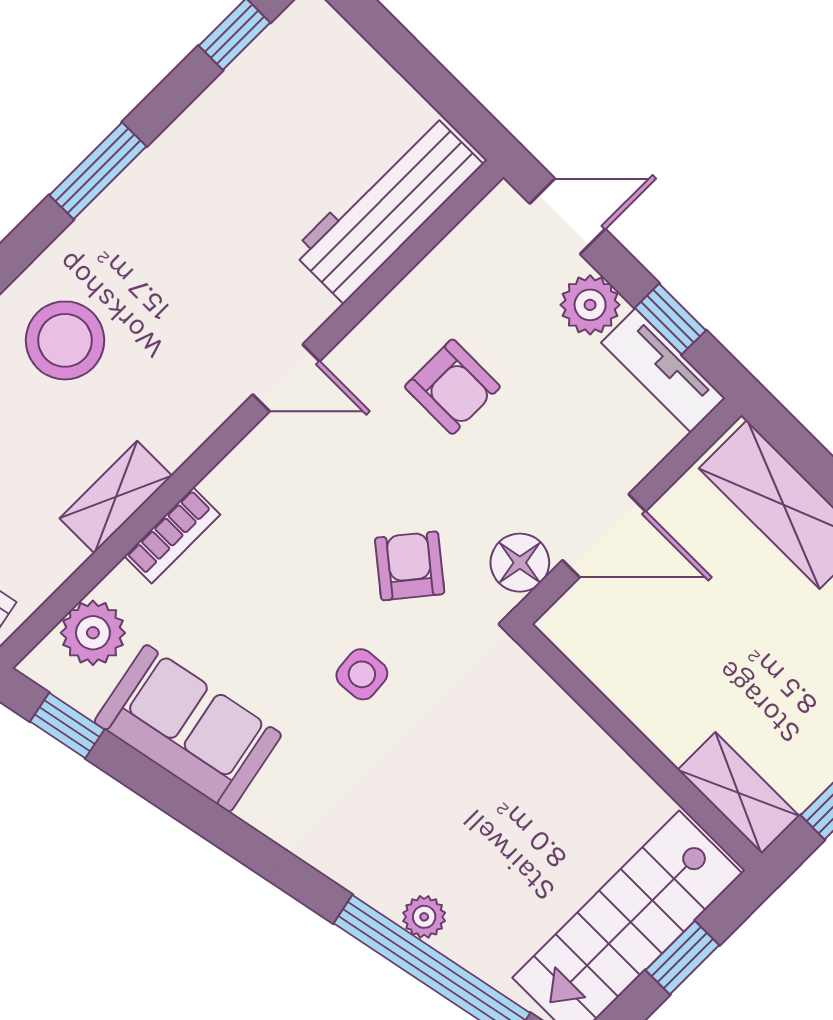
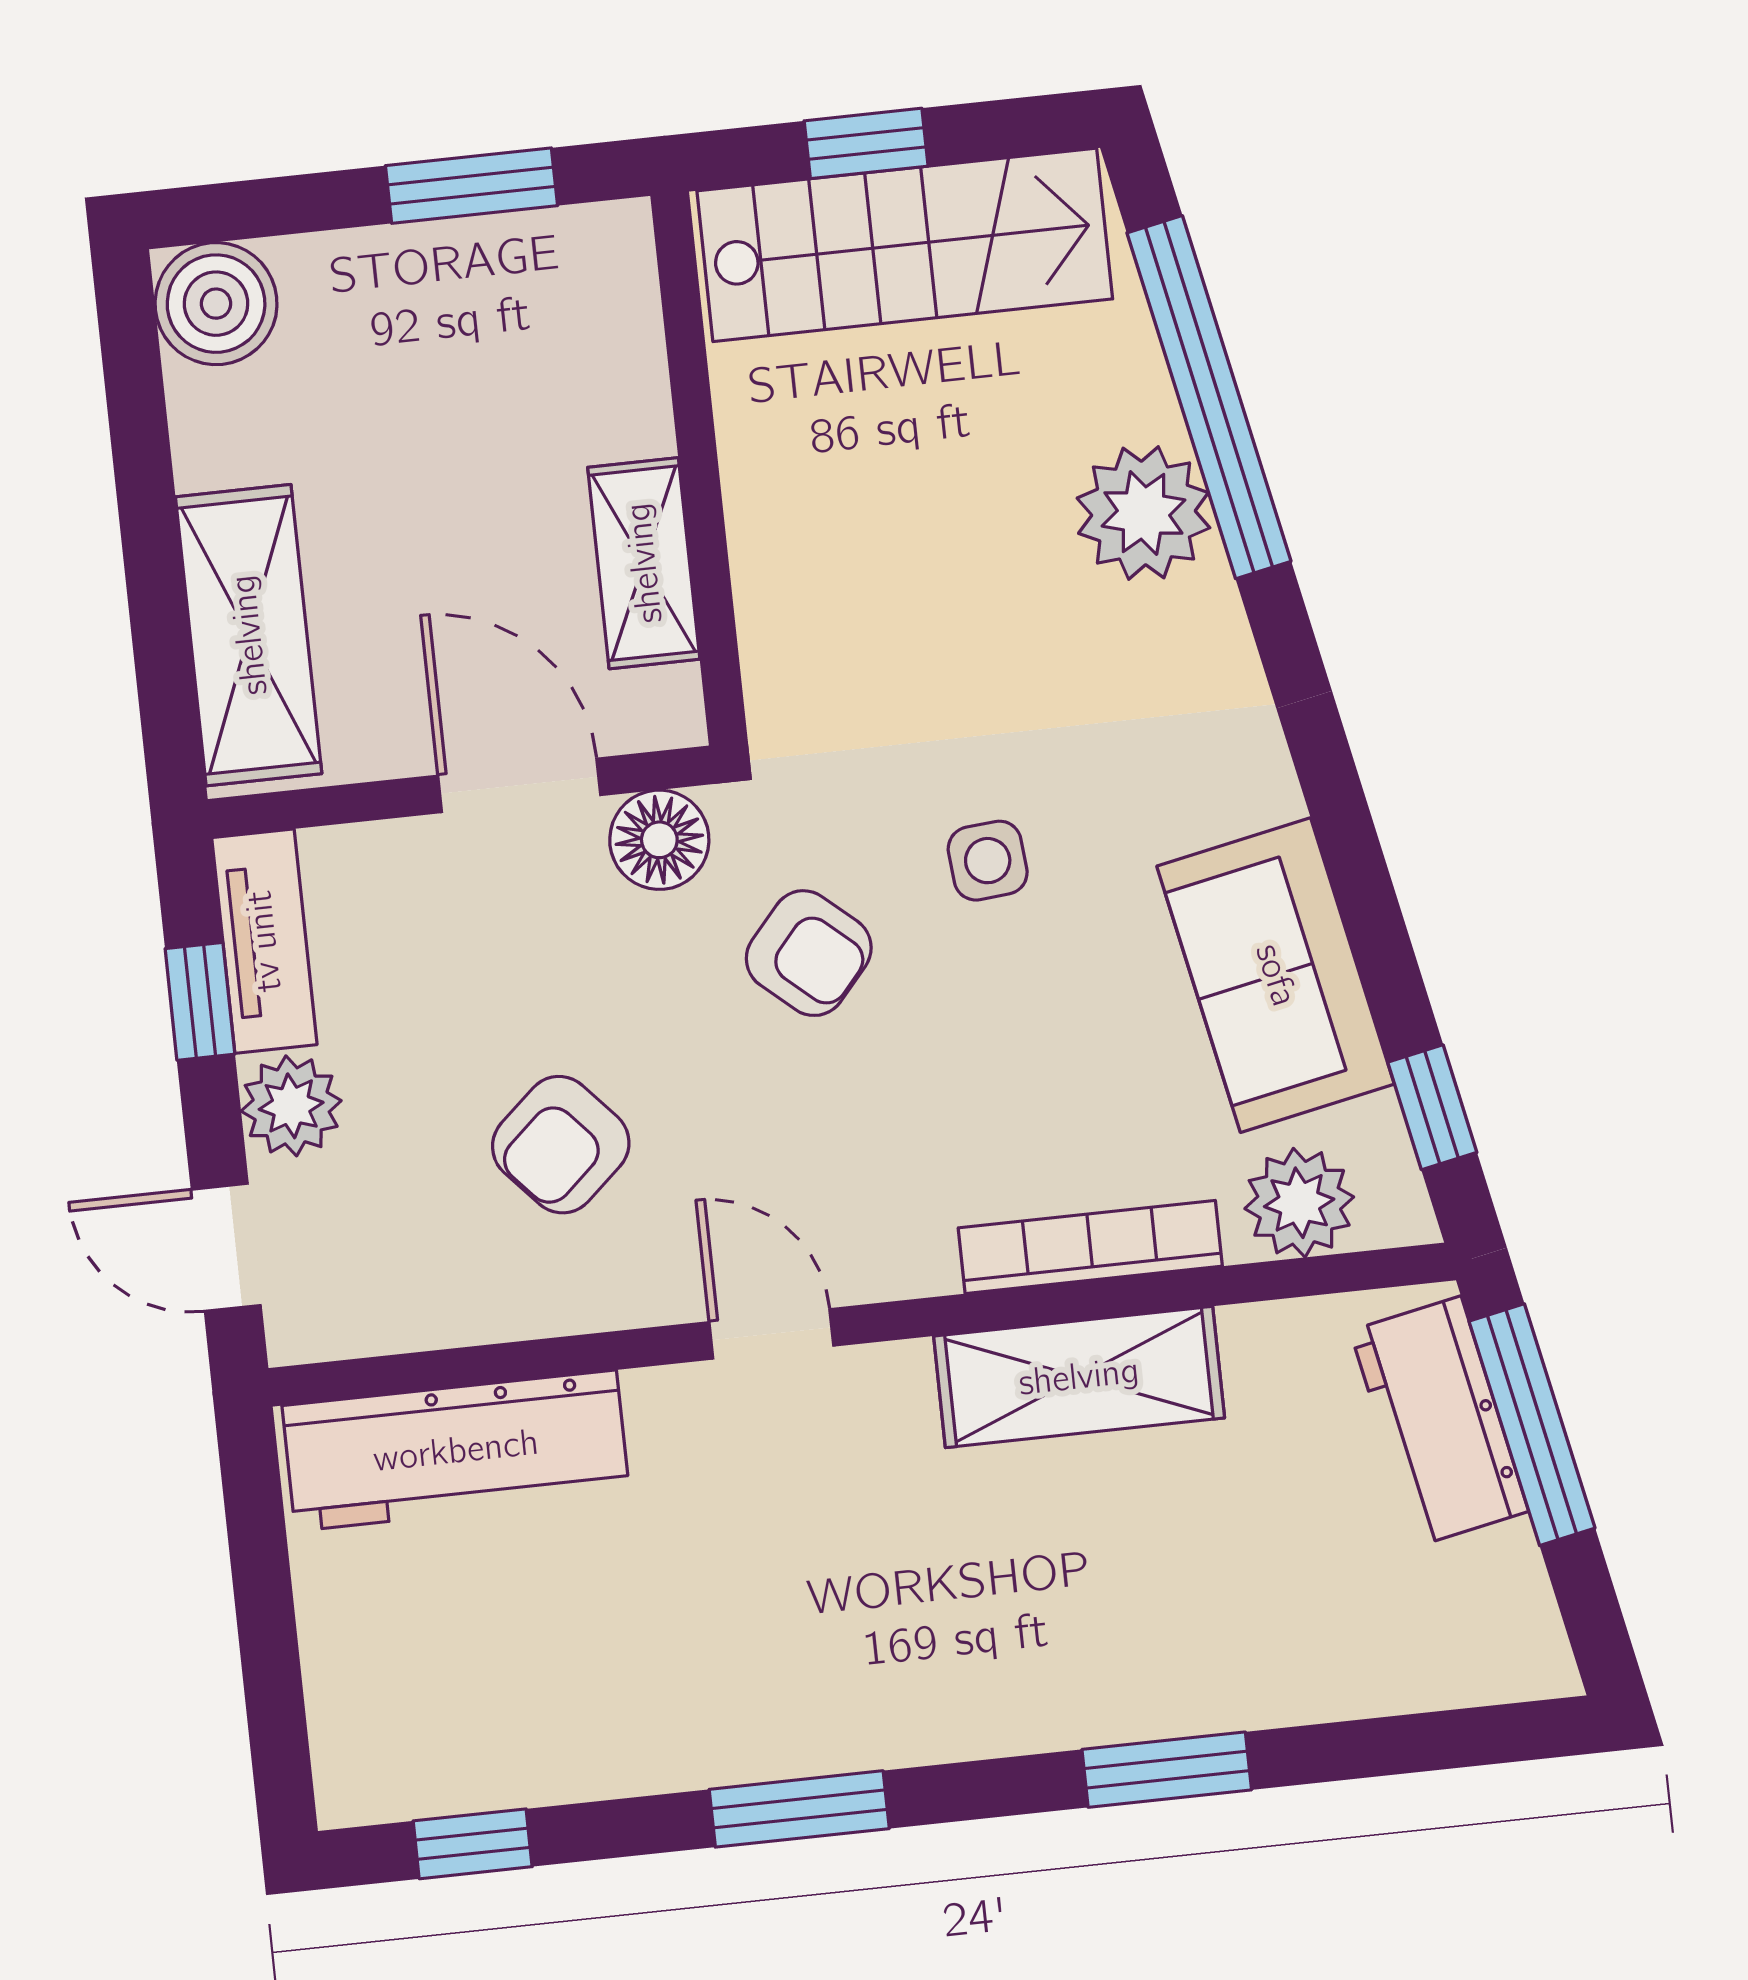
stool: (65, 340) -> (1024, 1620), removed
armchair: (452, 387) -> (561, 1145), turned -132
shelving: (116, 497) -> (1079, 1377), width x1.50, depth x1.33
bookcase: (172, 535) -> (1090, 1247), width x1.56
armchair: (410, 566) -> (809, 953), turned -88
shelving: (739, 793) -> (644, 563), moved
plant: (424, 917) -> (1143, 513), width x1.87, depth x1.87

